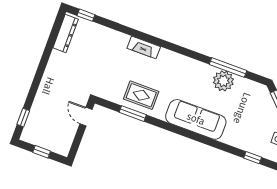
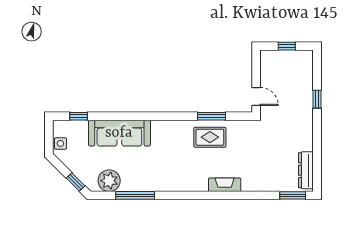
window: (86, 15) -> (293, 195), width x1.50
plant: (223, 81) -> (109, 181), moved
window: (23, 118) -> (317, 99), moved
sofa: (196, 119) -> (119, 133), moved

